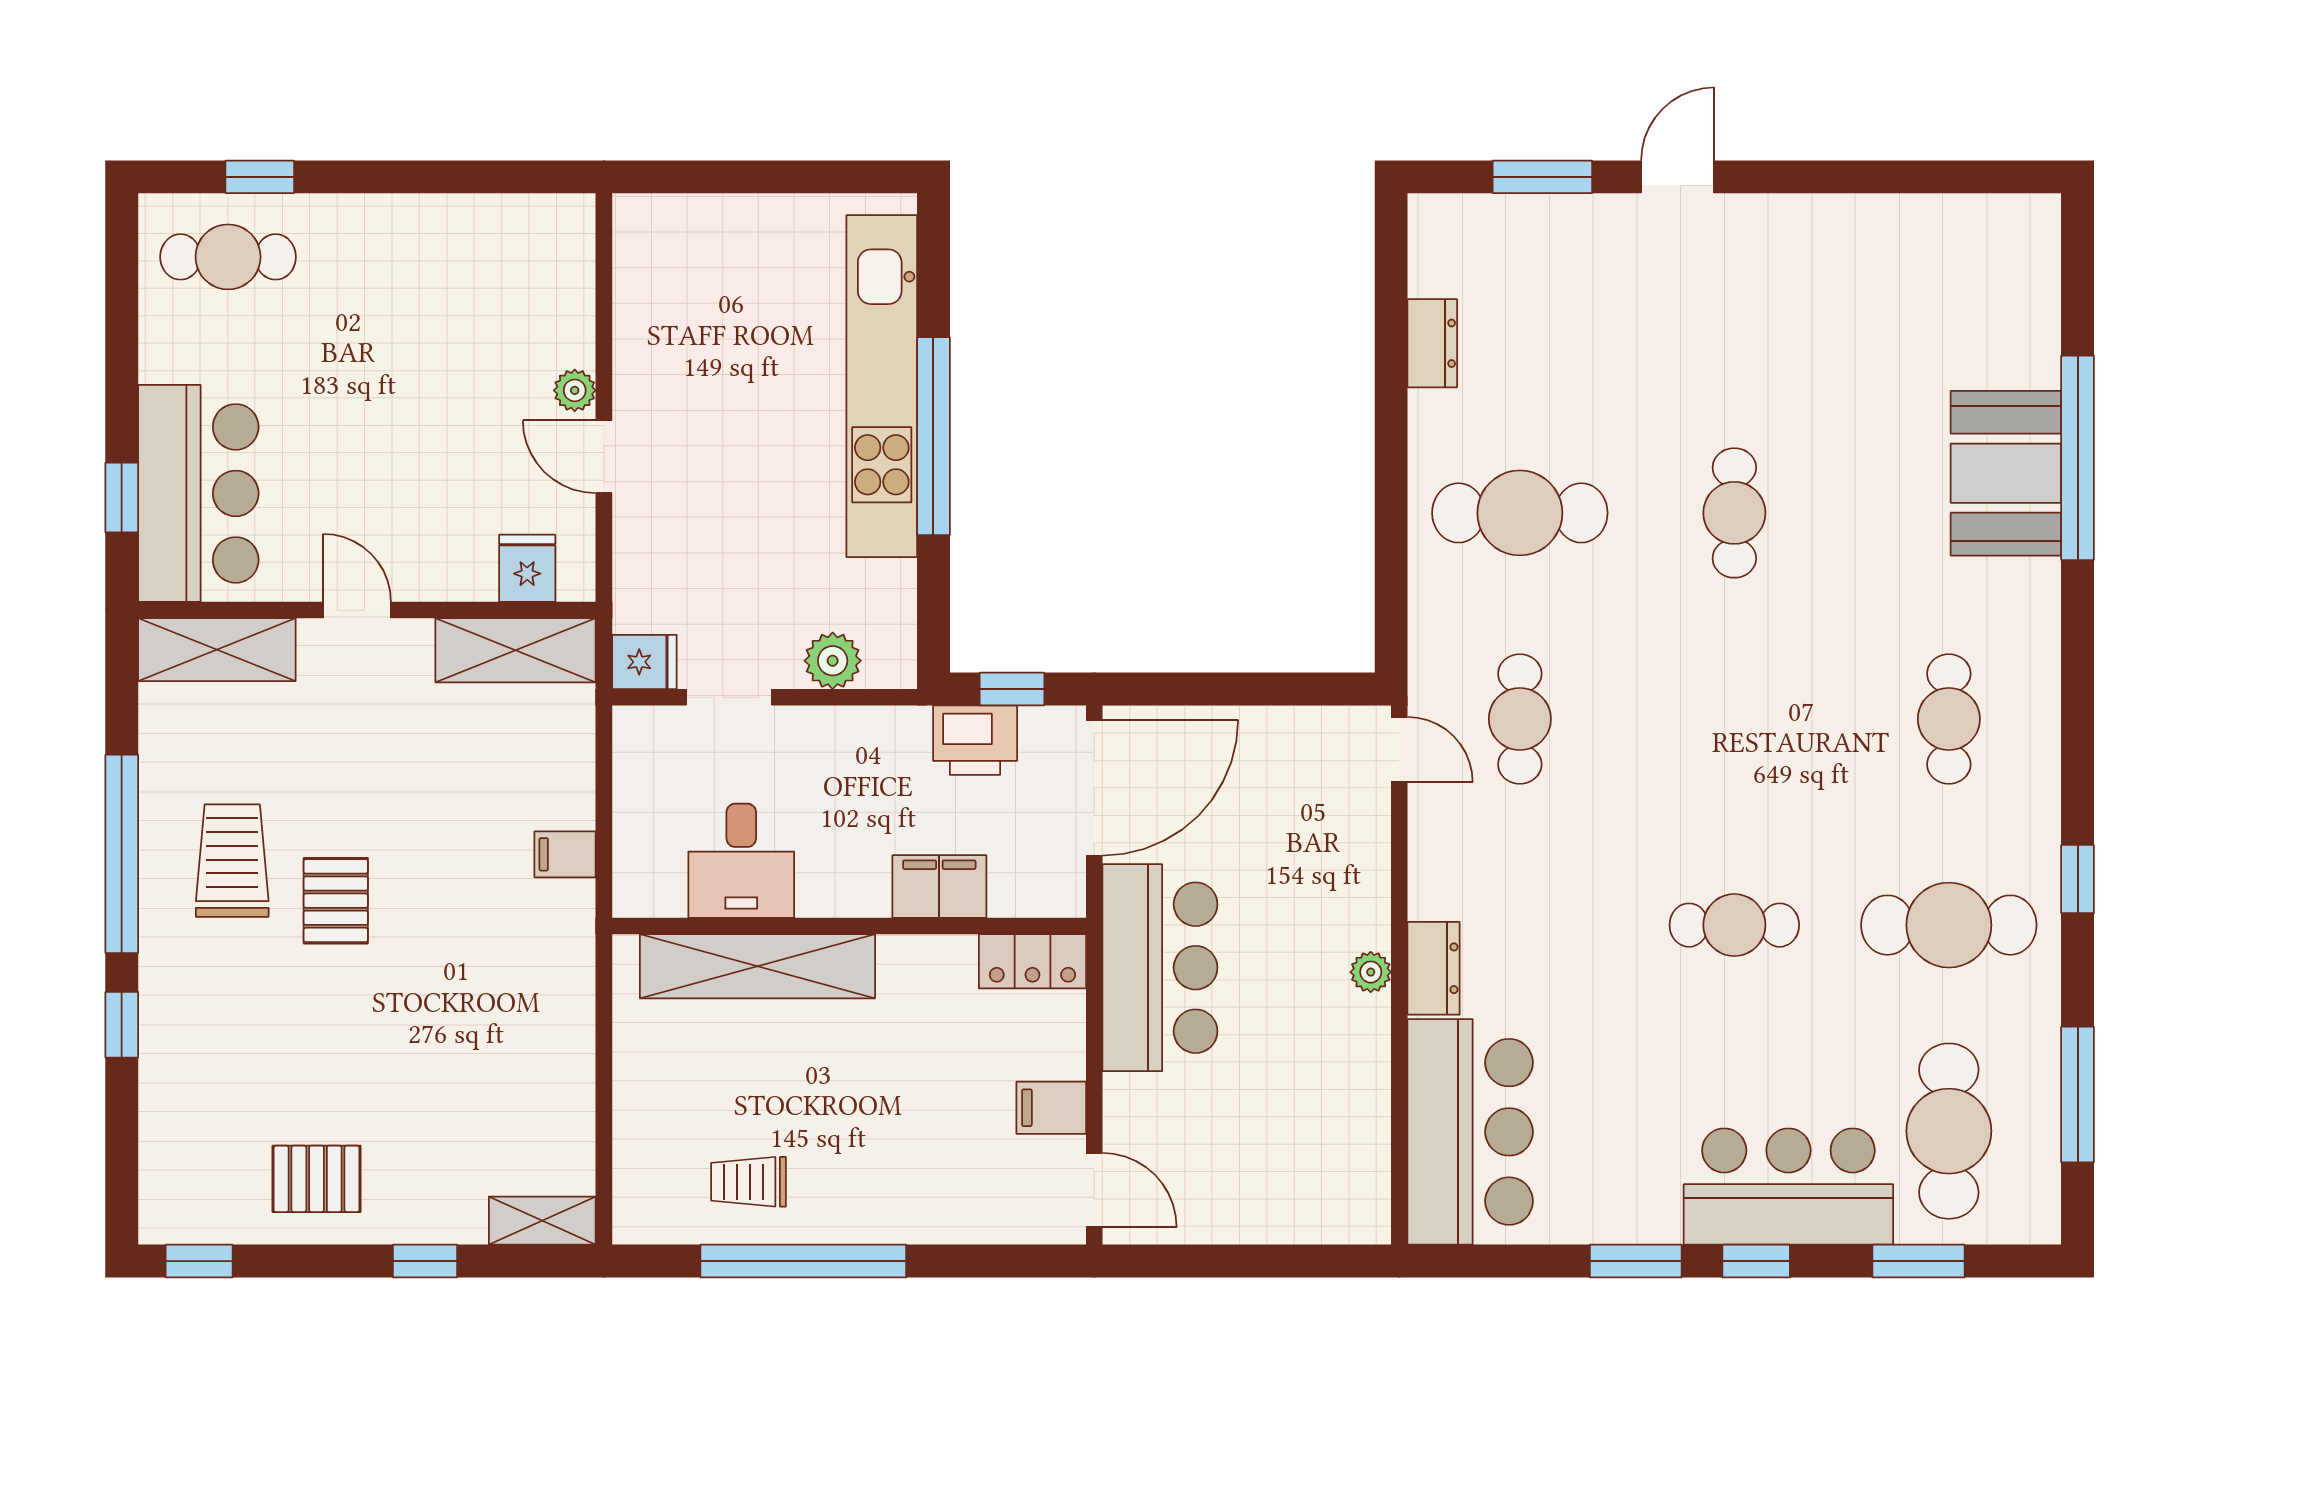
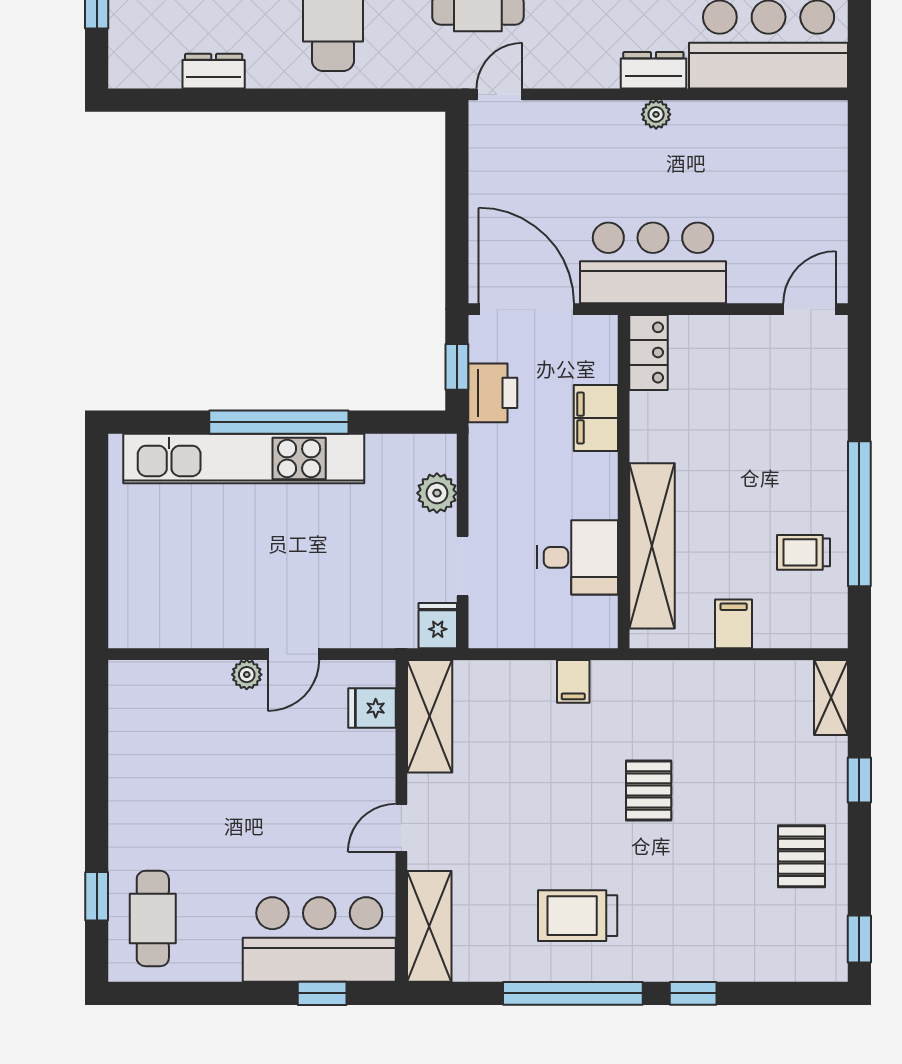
pallet: (336, 901) -> (649, 790), moved, turned 90
filing cabinet: (1051, 1108) -> (734, 624), moved, turned 180
trolley: (748, 1182) -> (804, 552), turned 90

